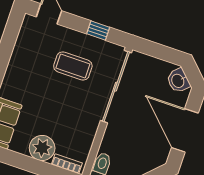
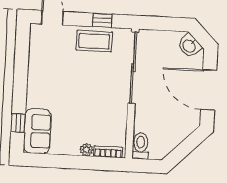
coffee table: (73, 66) -> (94, 41), moved
plant: (42, 148) -> (86, 150), width x0.53, depth x0.53

